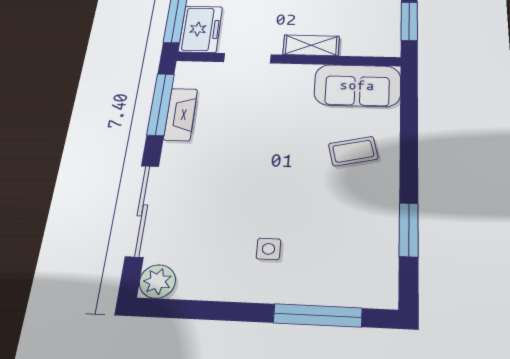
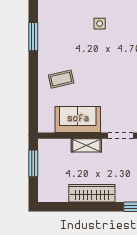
sofa: (357, 85) -> (78, 119), moved

